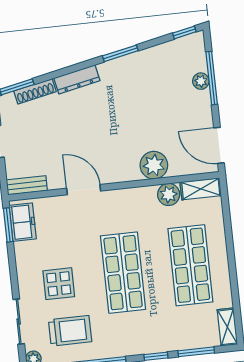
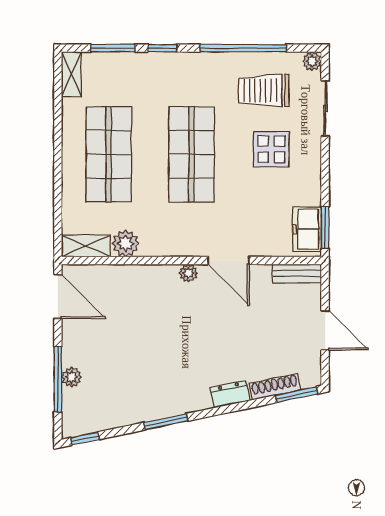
dresser: (77, 79) -> (230, 394), width x0.70
plant: (154, 165) -> (188, 273), moved, width x0.53, depth x0.53

